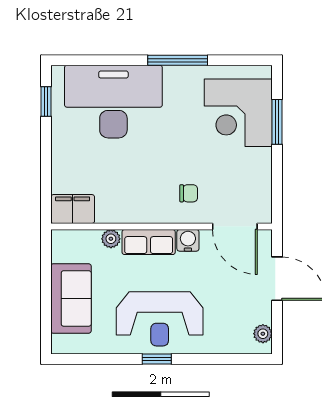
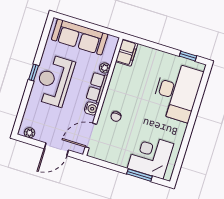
window: (178, 60) -> (188, 133), removed
sofa: (71, 298) -> (80, 37), width x1.36

